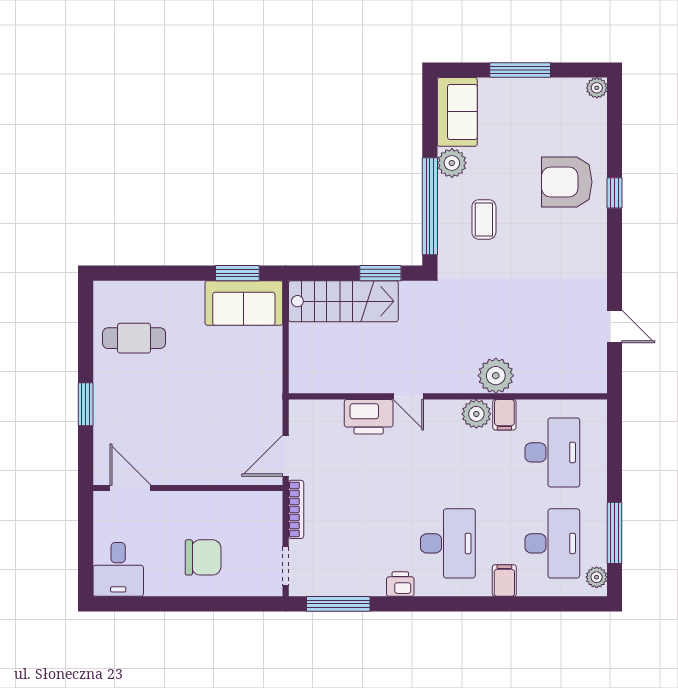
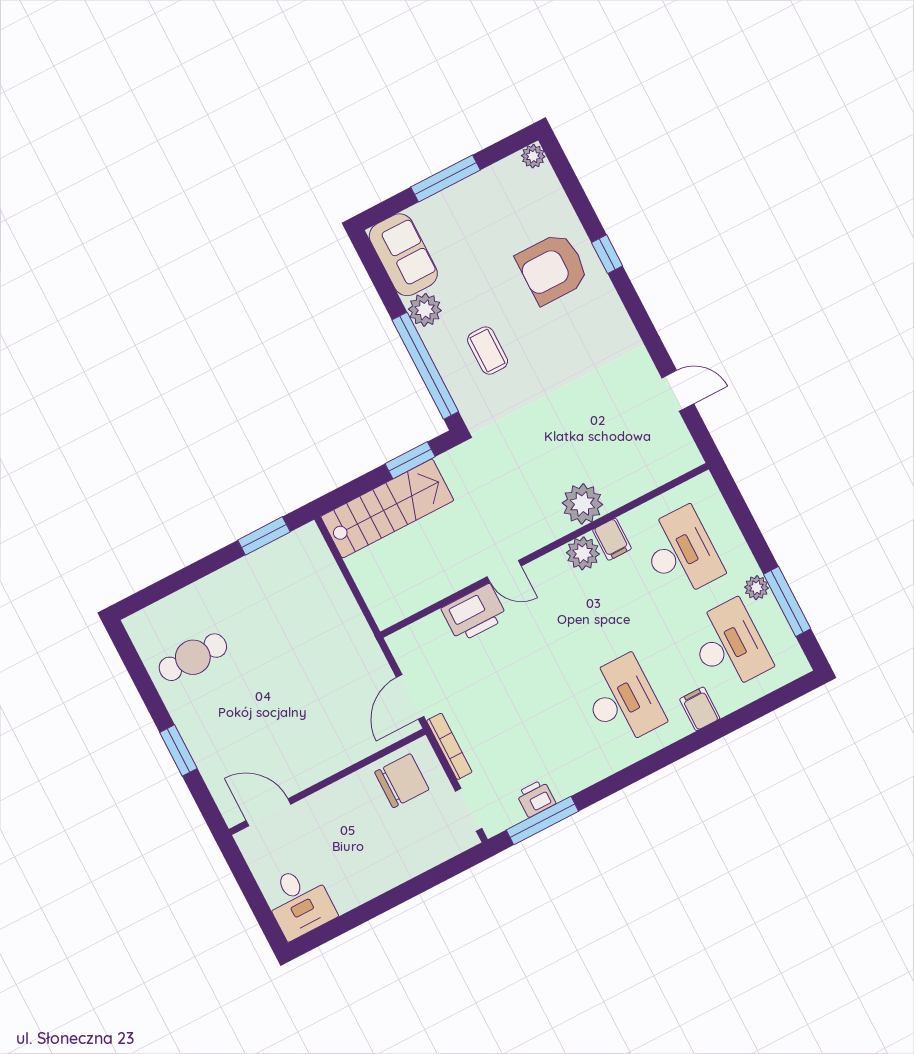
sofa: (244, 303) -> (287, 563), removed
chair: (203, 557) -> (402, 781), moved
plant: (597, 577) -> (757, 588), moved
printer: (400, 584) -> (536, 798), moved

